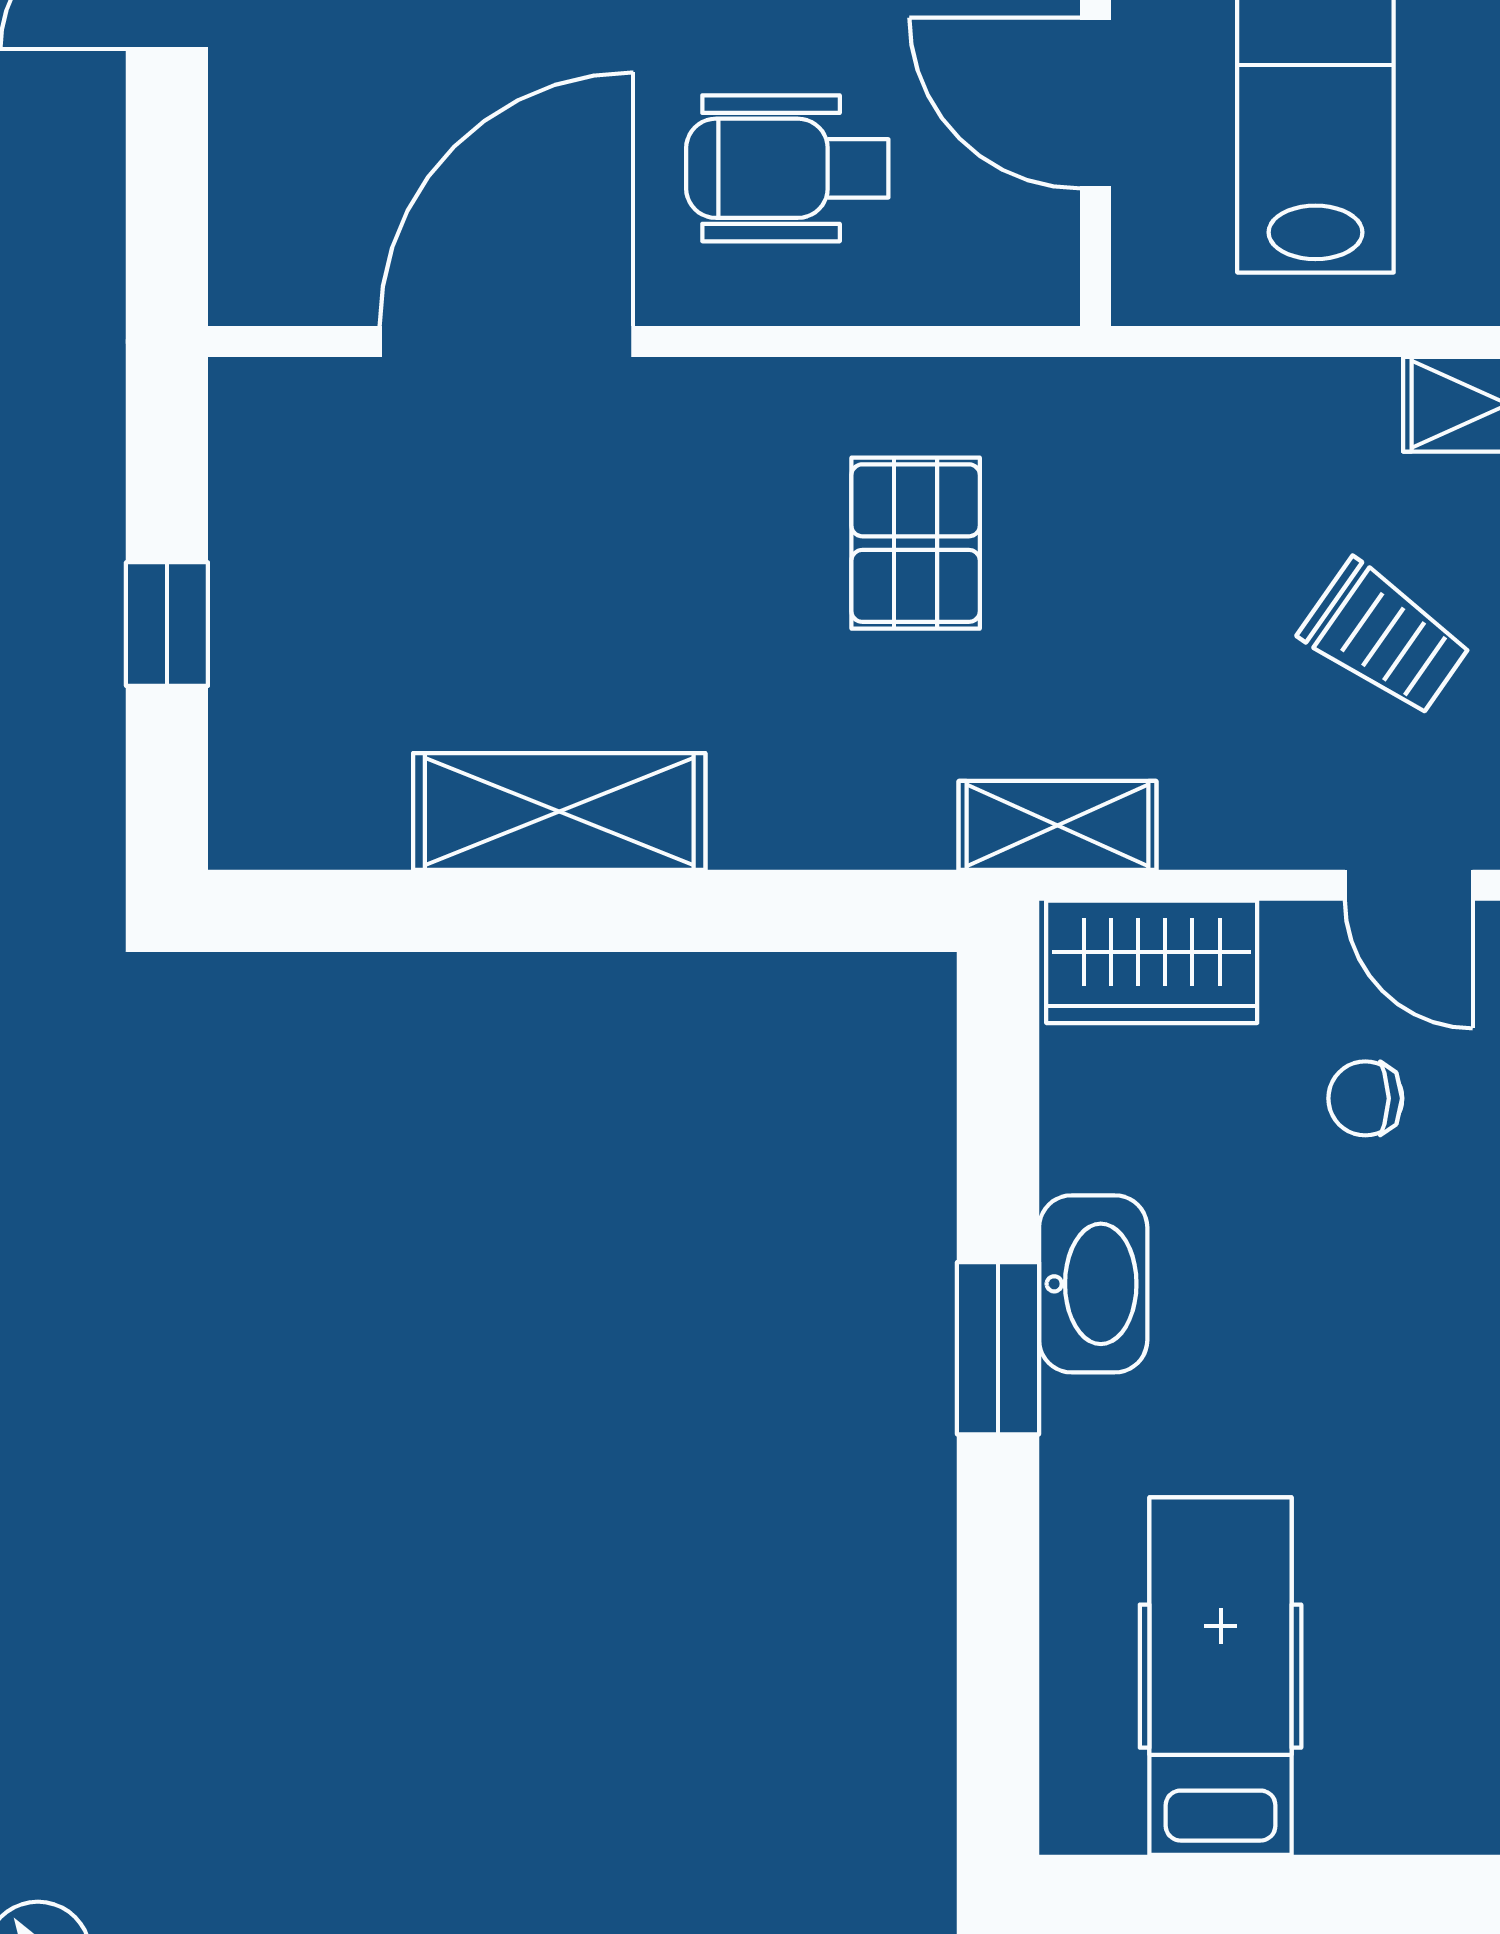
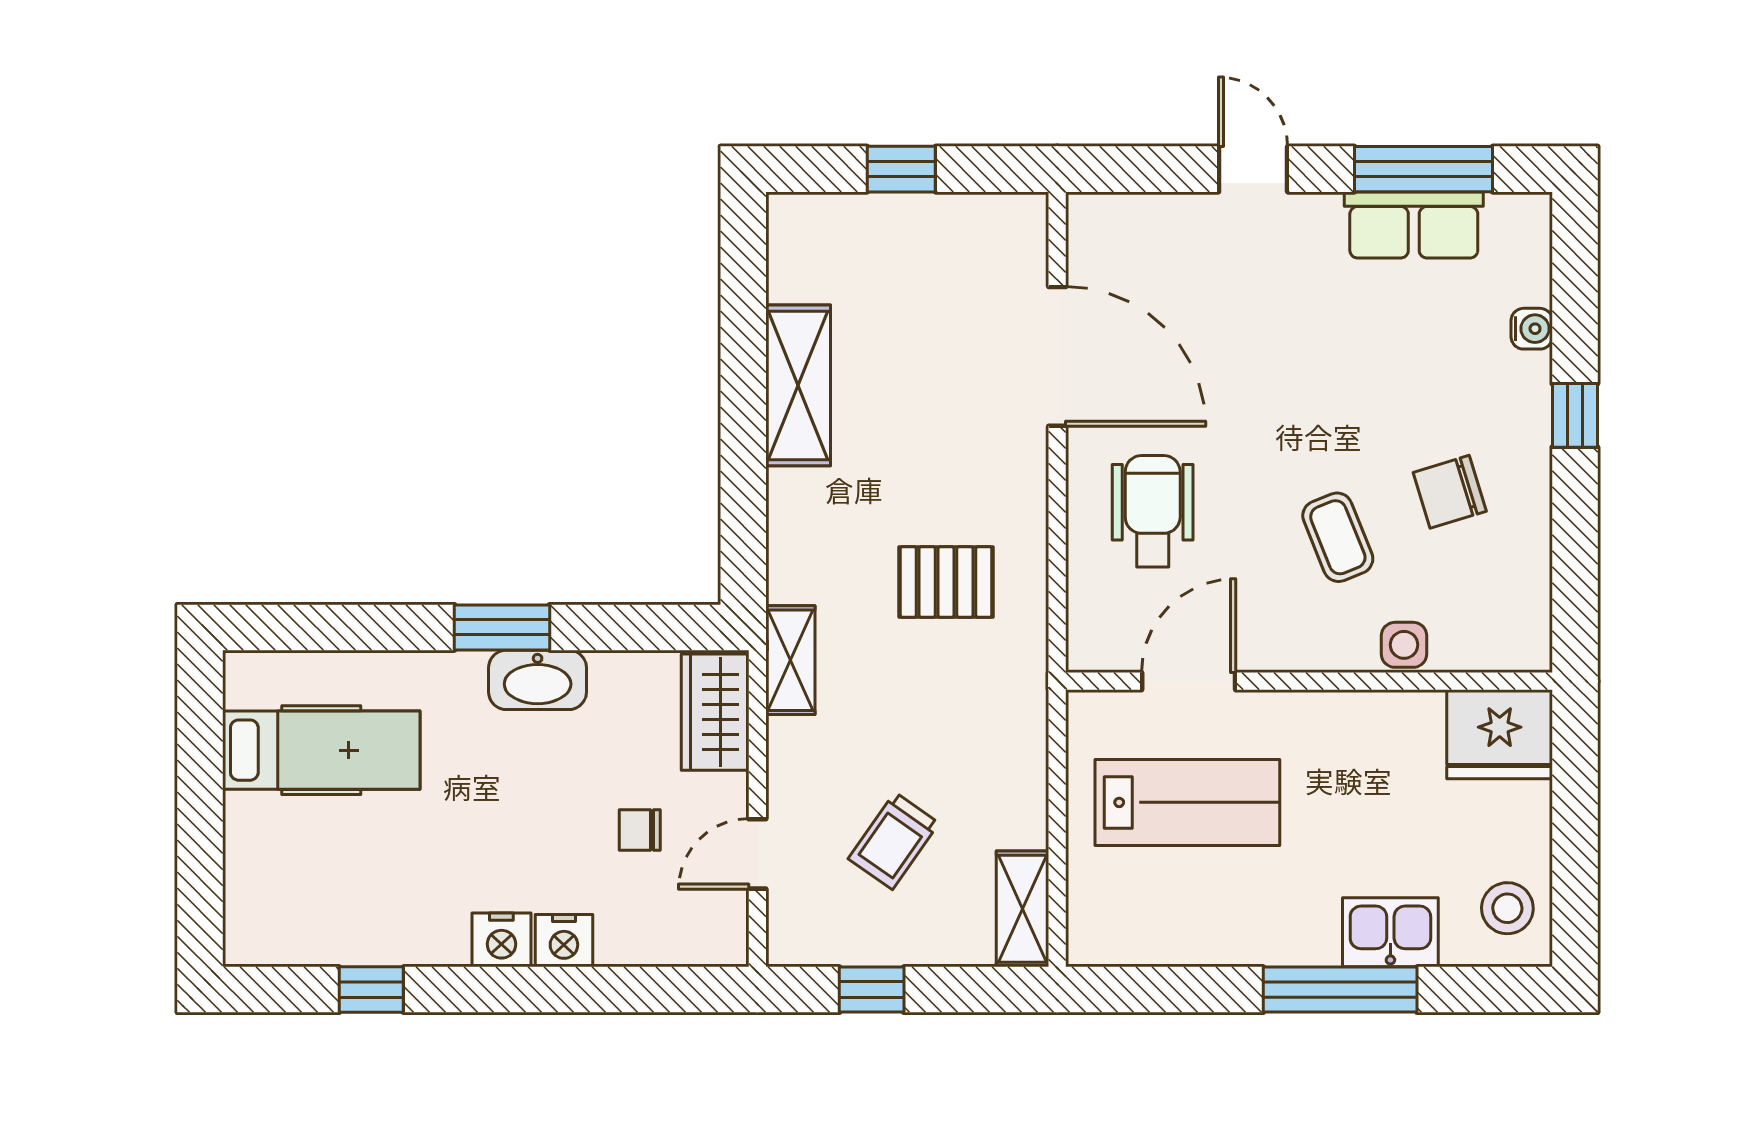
chair: (1365, 1098) -> (640, 830), turned -90

